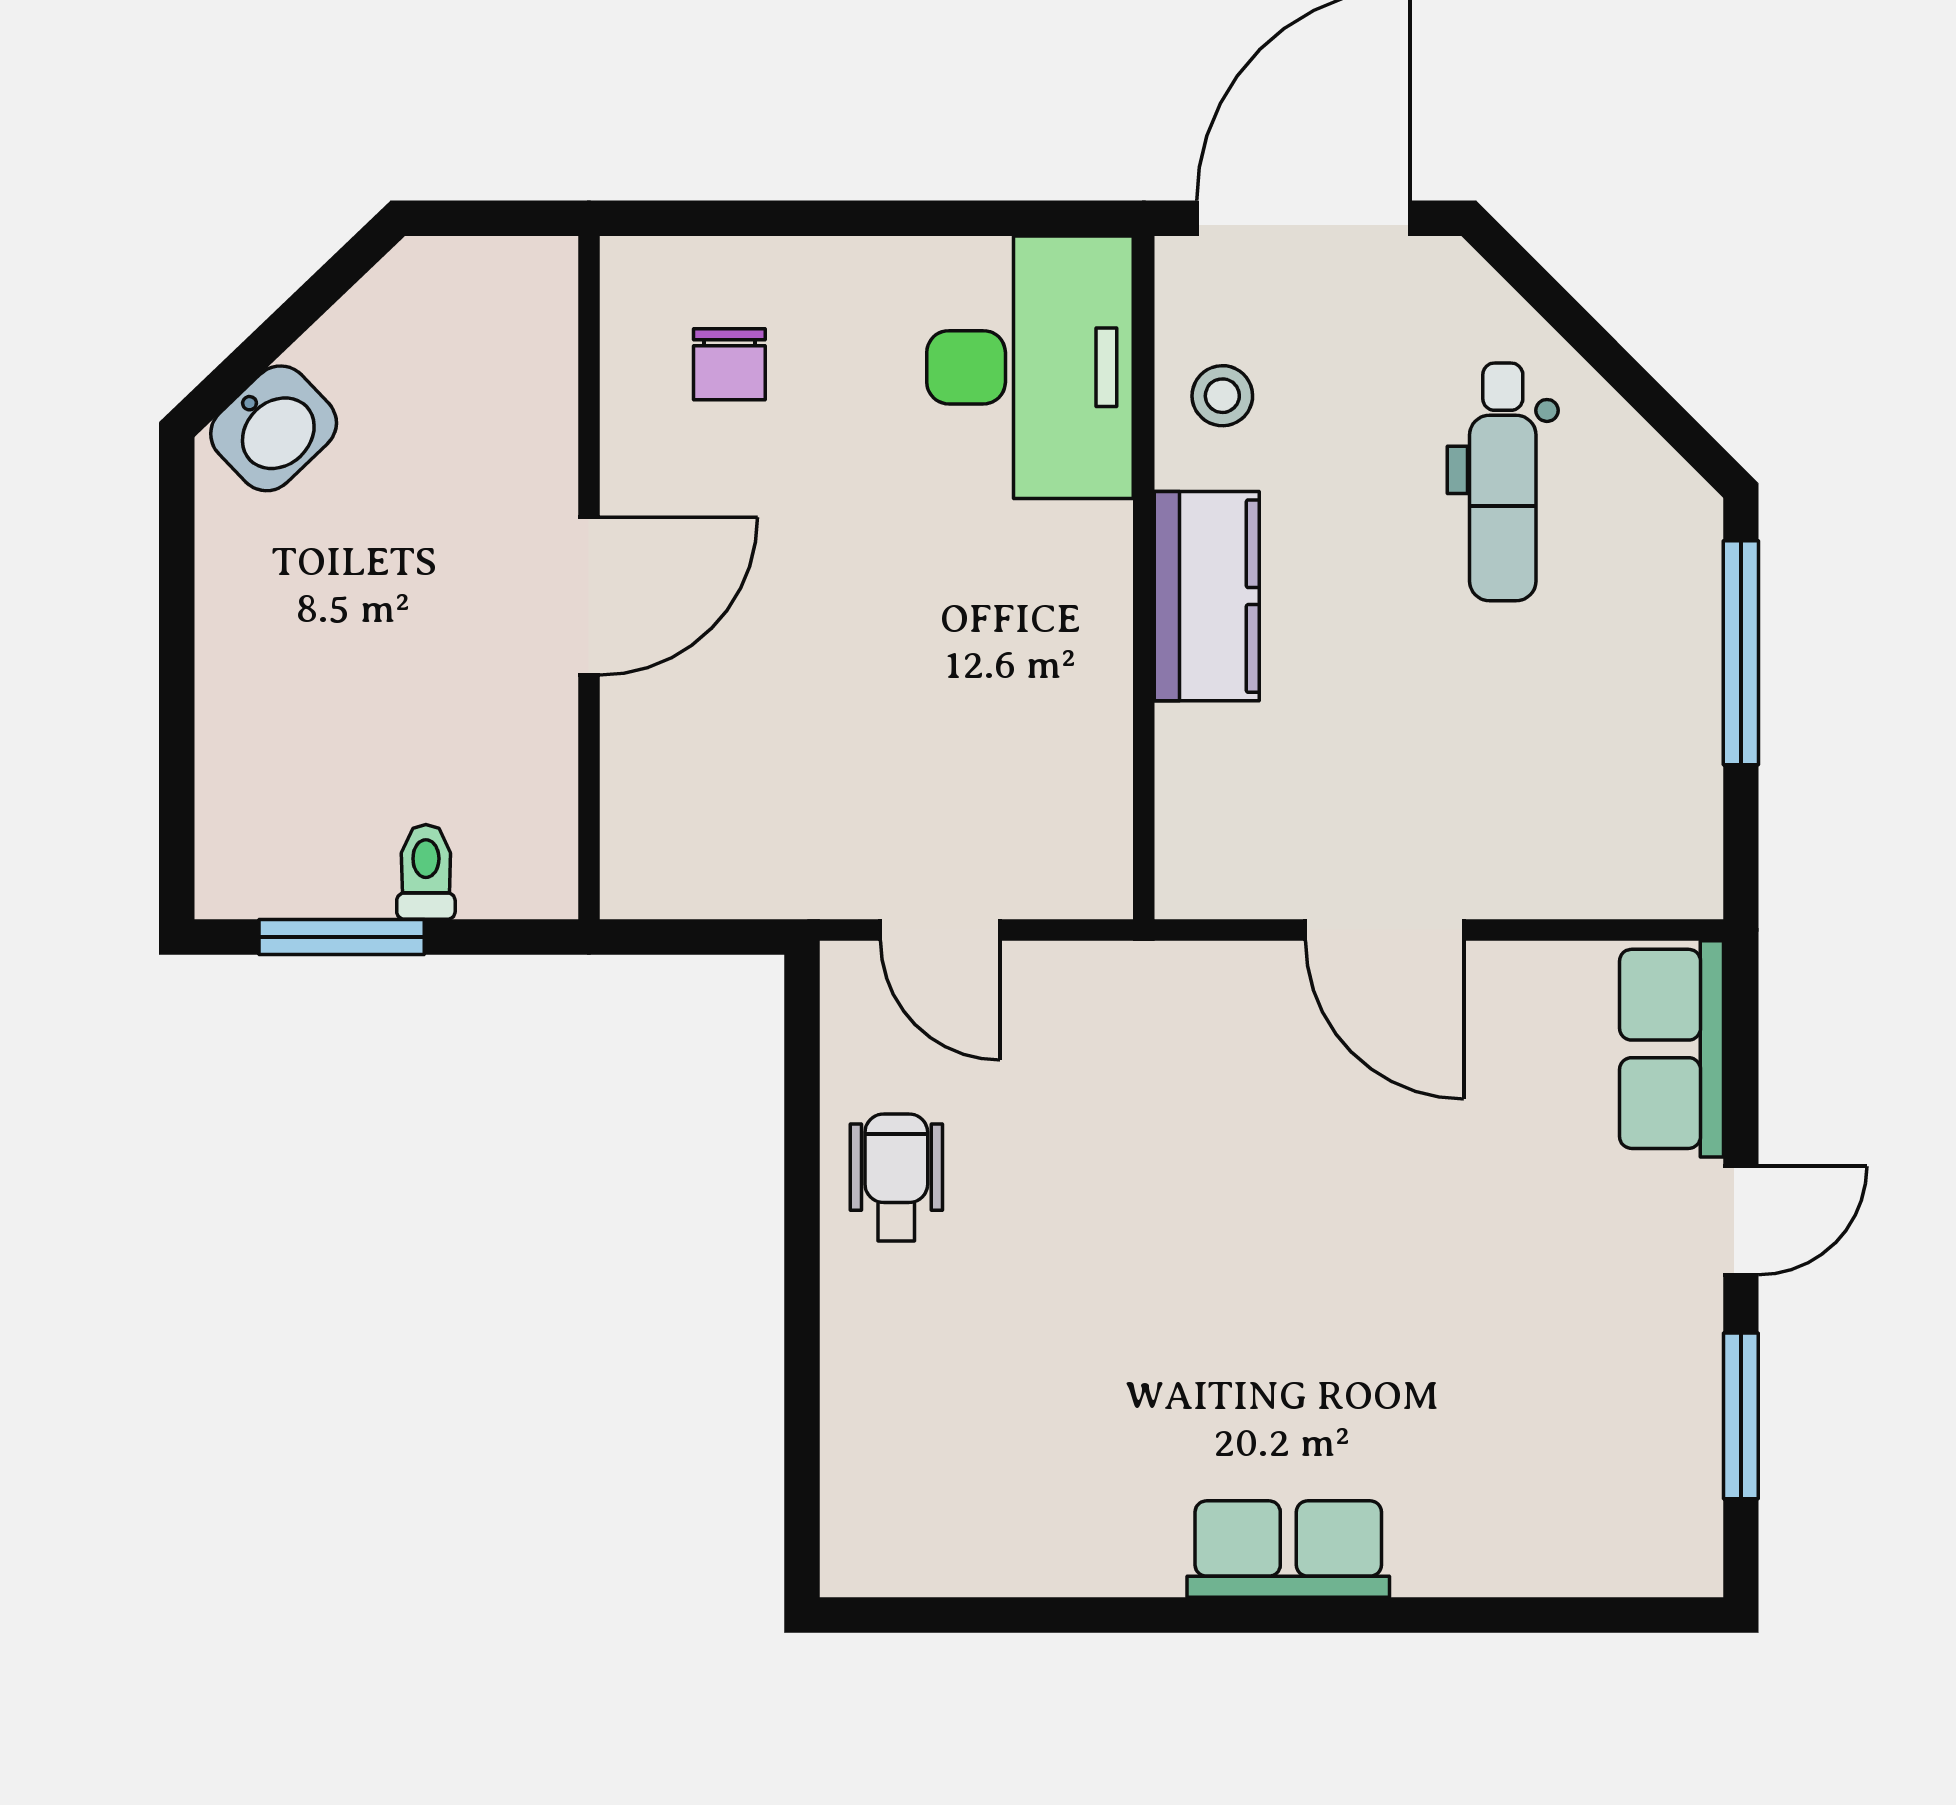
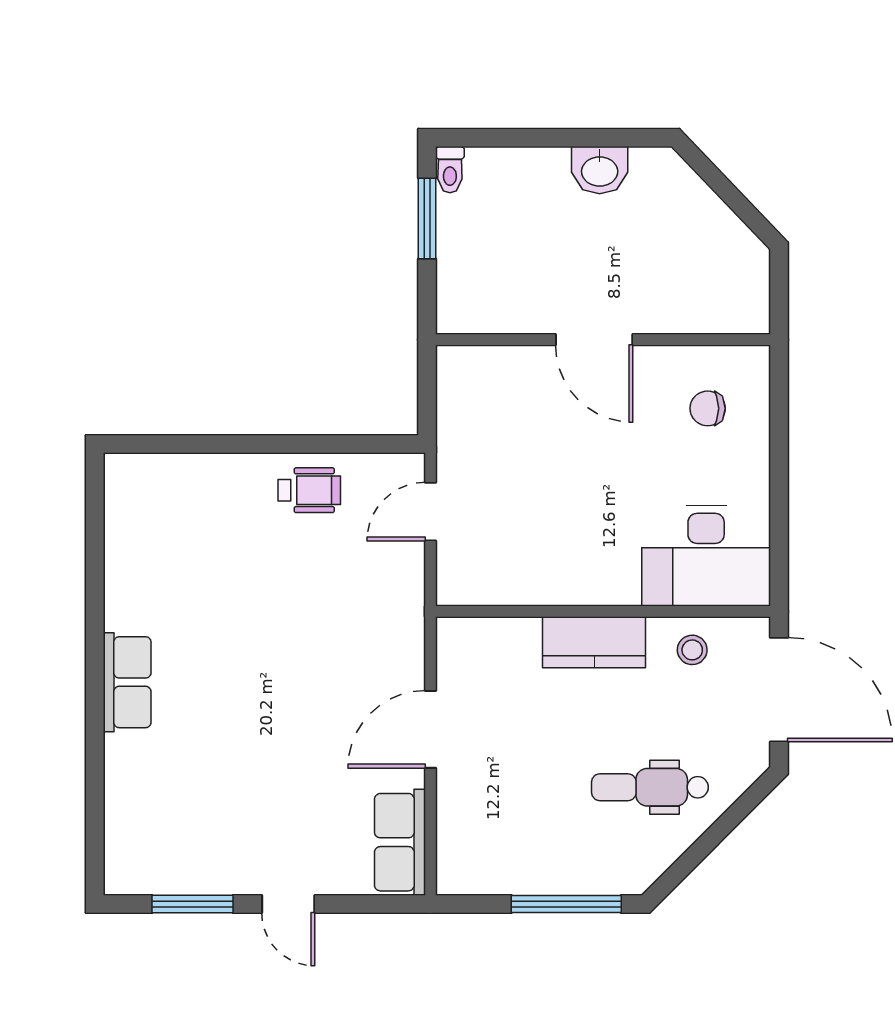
washbasin: (274, 428) -> (600, 170), moved, turned -46
toilet: (426, 872) -> (450, 170), moved, turned 90
row of seats: (1671, 1049) -> (400, 842), moved, turned -90

